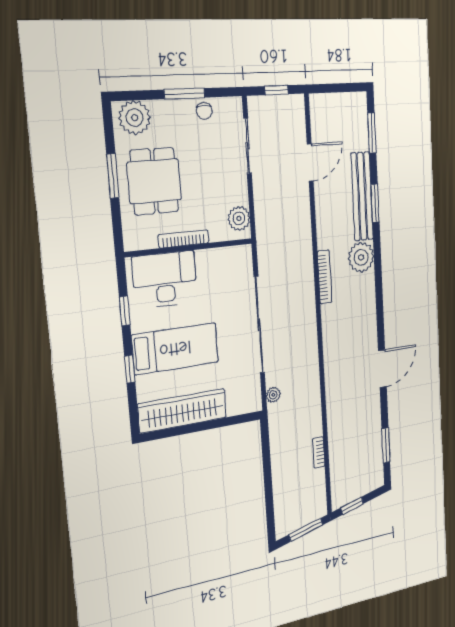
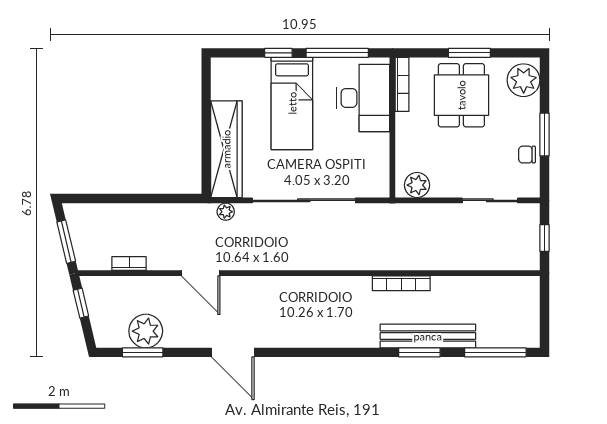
window: (372, 133) -> (495, 352), width x1.44
door: (310, 163) -> (201, 273), moved
dining table: (154, 181) -> (461, 95), turned 90
bookcase: (184, 239) -> (402, 84), moved
plant: (361, 257) -> (146, 331), moved
bookcase: (325, 277) -> (401, 283), moved
window: (125, 311) -> (337, 53), width x2.17
wardrobe: (183, 411) -> (226, 149), moved
bookcase: (319, 452) -> (129, 264), moved

